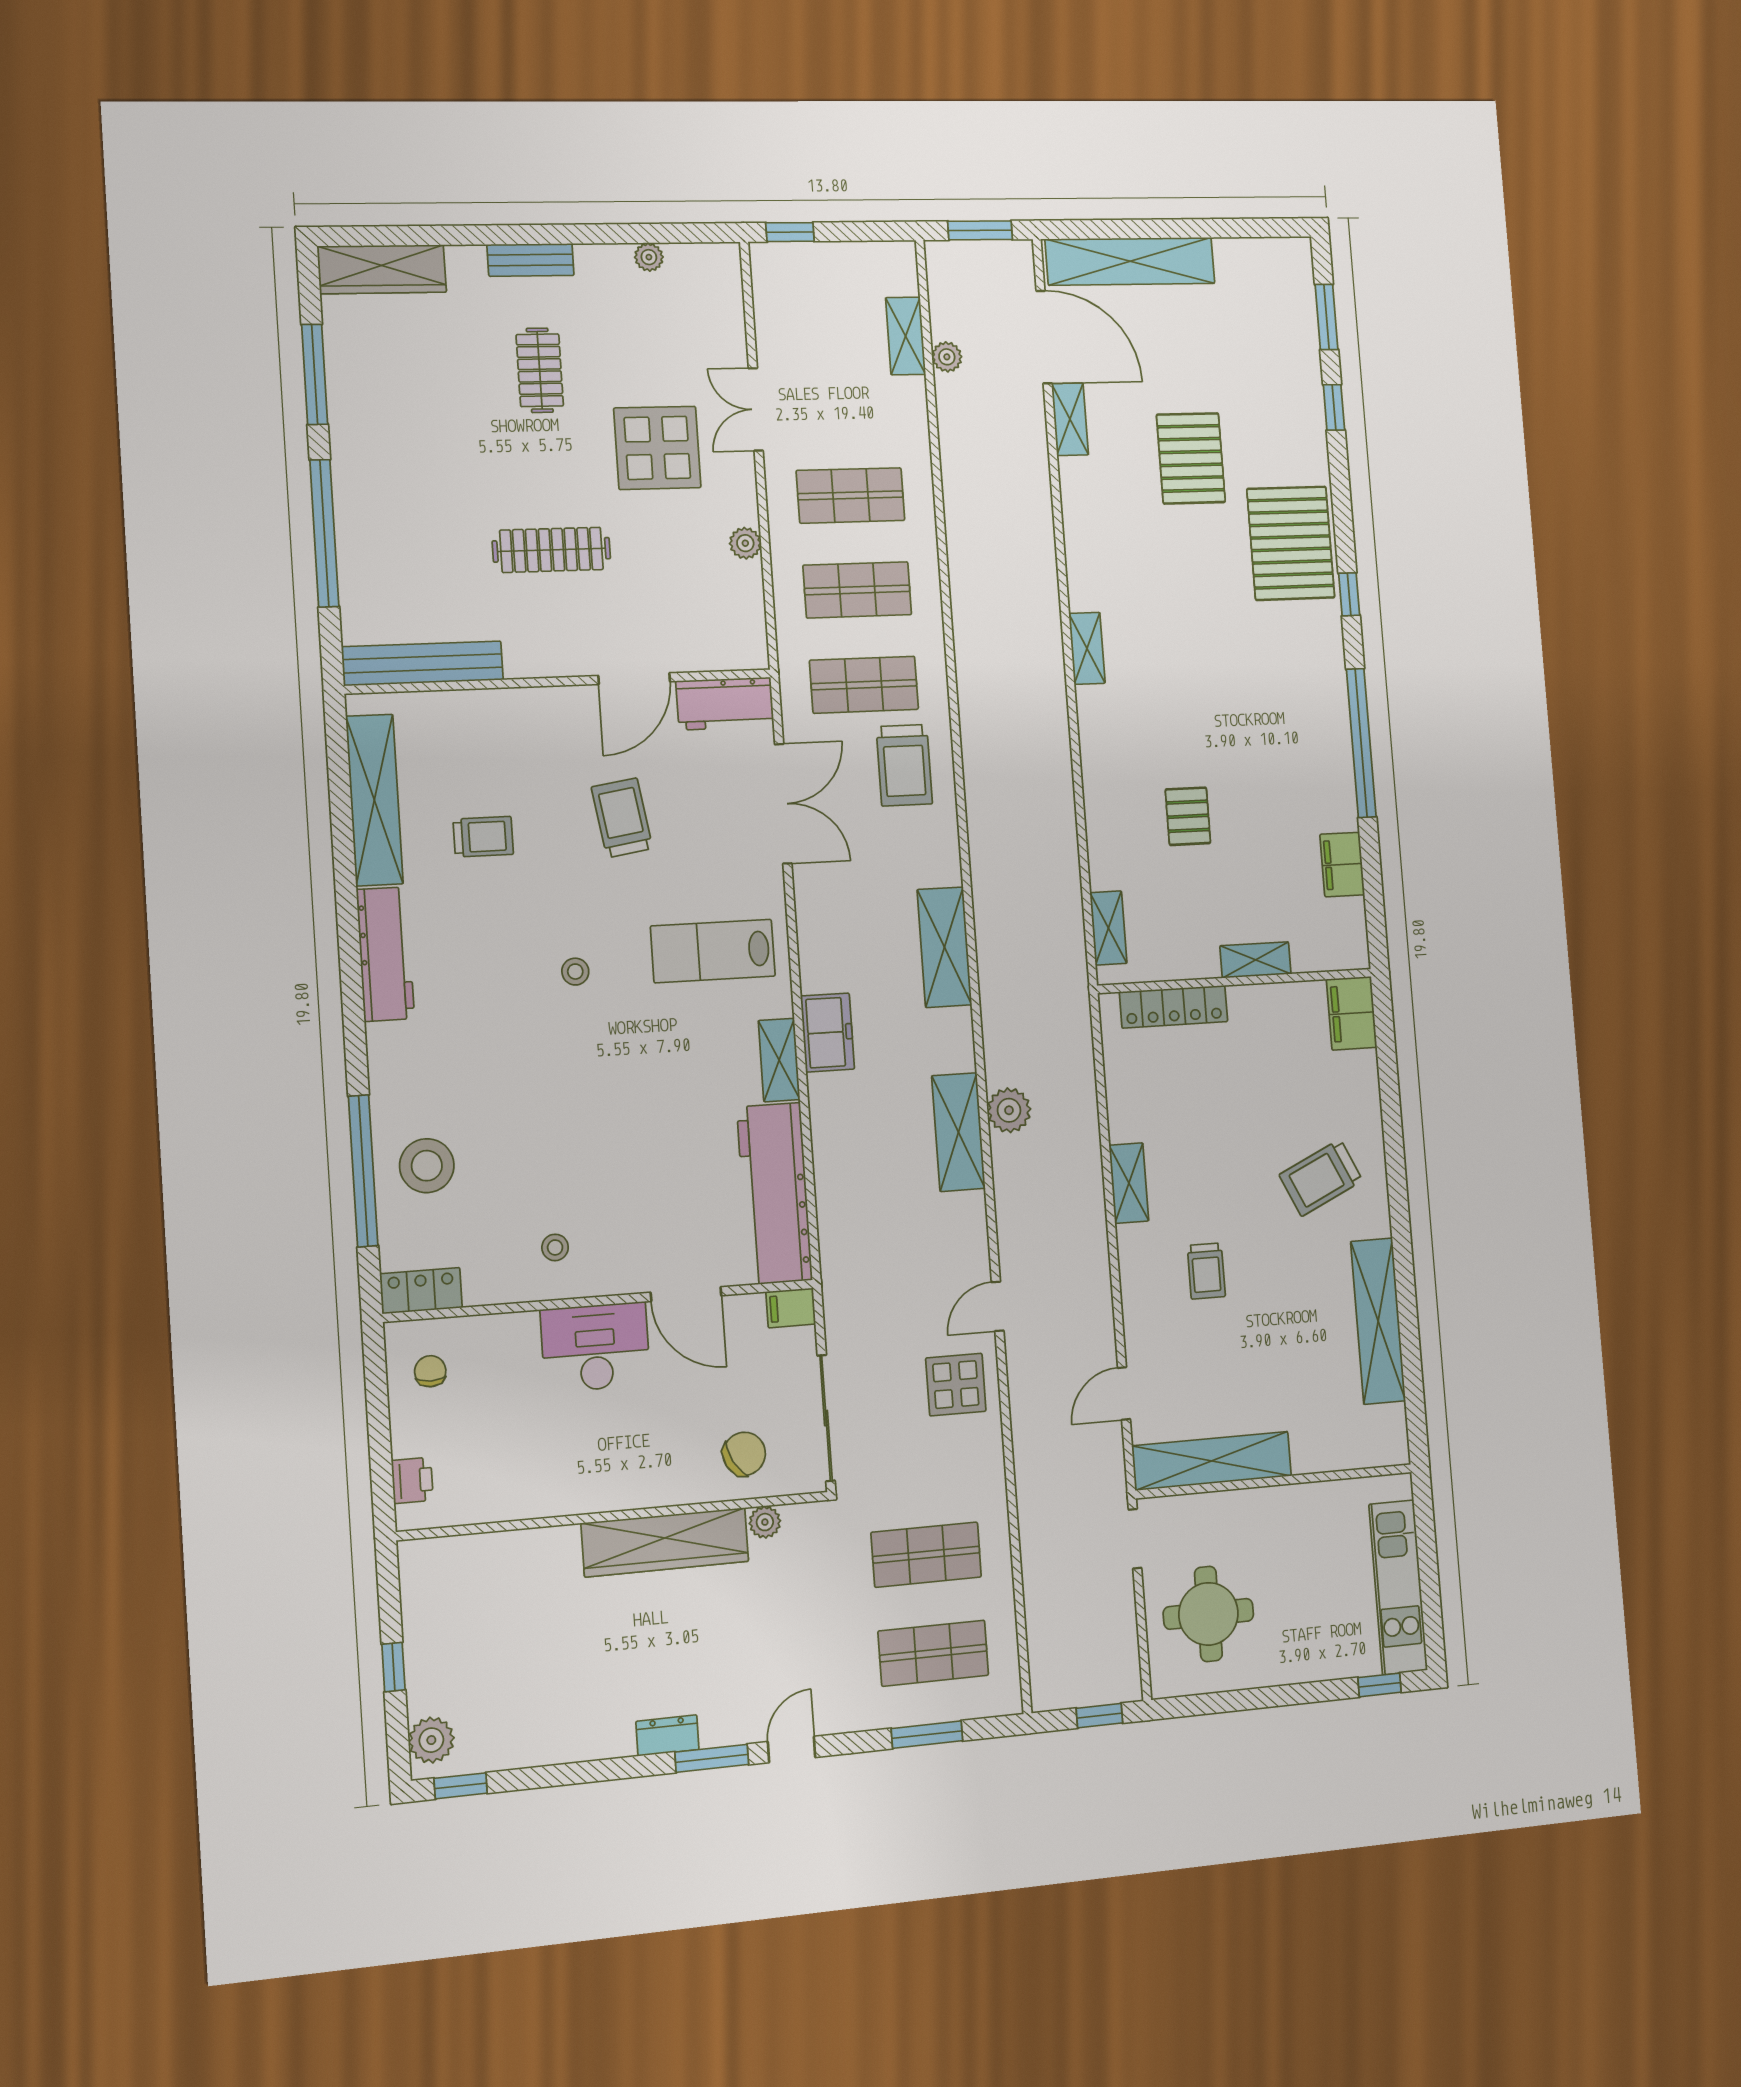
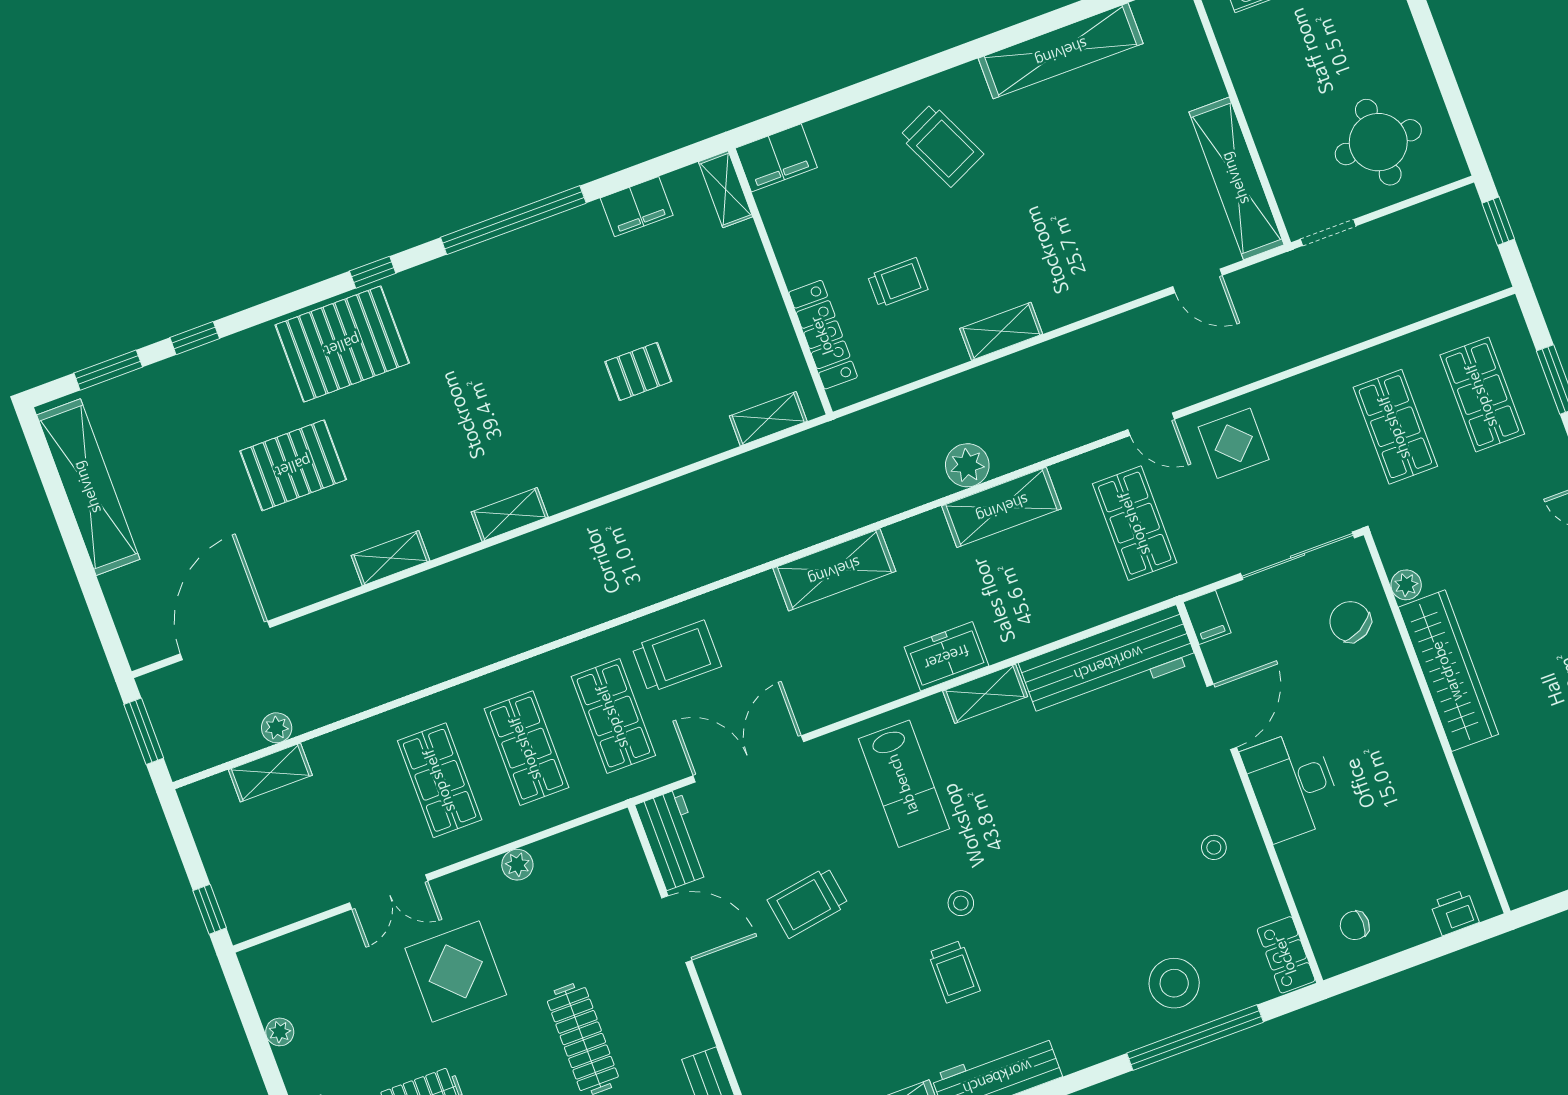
shelving: (1130, 261) -> (88, 487), moved
shelving: (1070, 419) -> (390, 558), moved
trolley: (483, 837) -> (954, 972), moved, turned 180
shelving: (1255, 960) -> (726, 189), moved
shop shelf: (905, 1261) -> (1135, 523), added
trolley: (1206, 1271) -> (898, 283), moved

